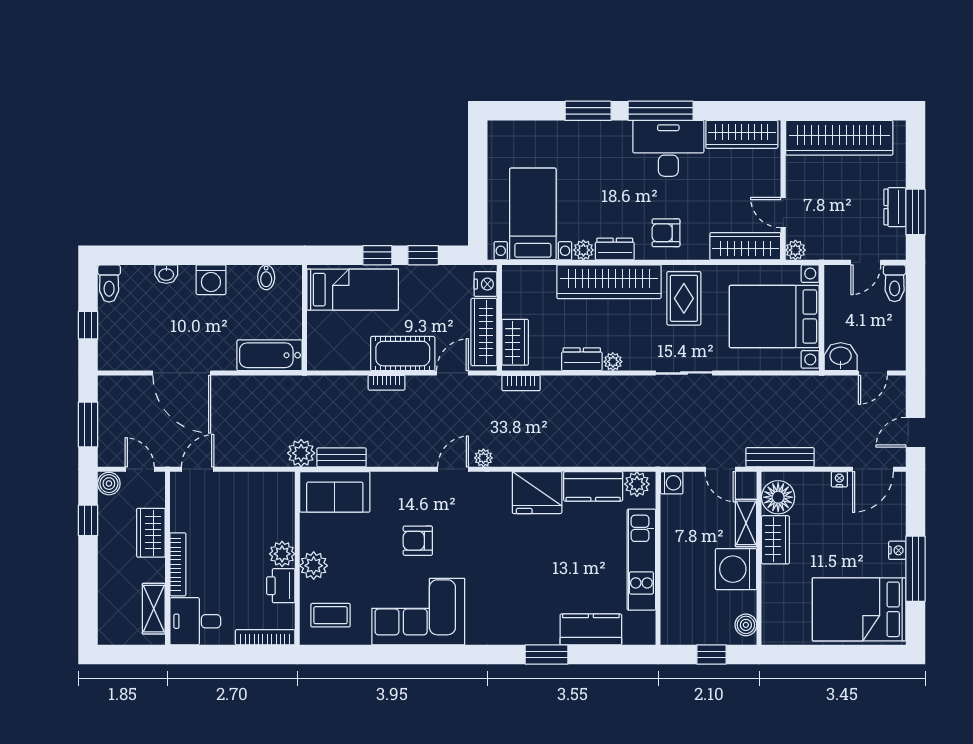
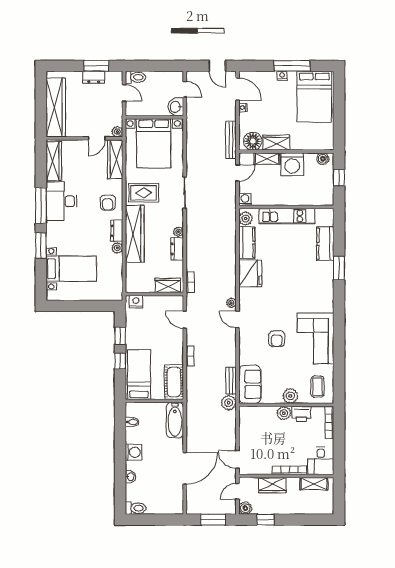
bed with nightstands: (533, 214) -> (71, 269), moved, turned 180
window: (88, 325) -> (158, 520), removed
wardrobe: (484, 332) -> (162, 302), removed
cot: (403, 354) -> (174, 382), moved

